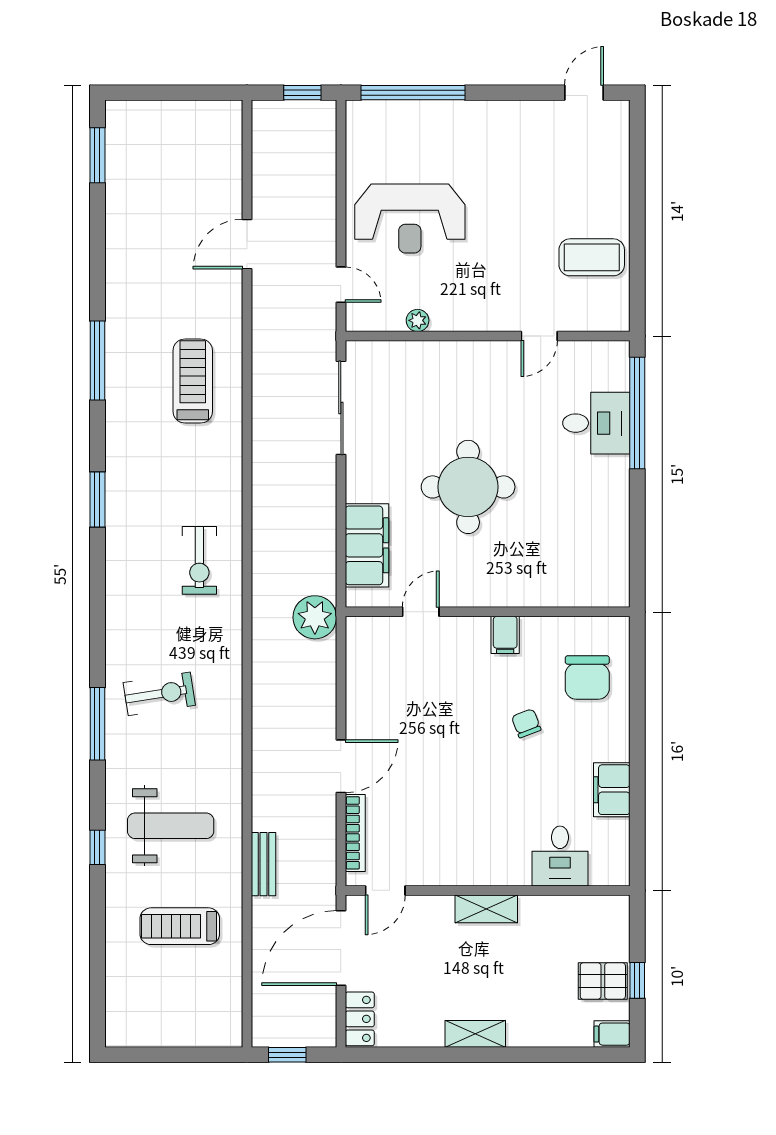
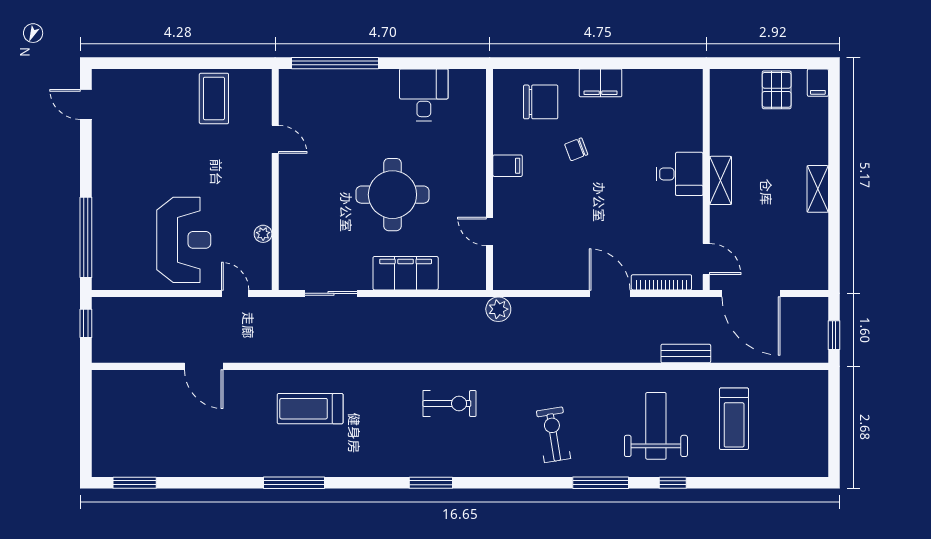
door: (341, 285) -> (235, 293), hinge flipped
sliding door: (341, 408) -> (331, 293), width x0.73
desk: (596, 423) -> (424, 95), moved
window: (97, 500) -> (431, 483), moved
filing cabinet: (367, 545) -> (406, 273), moved
plant: (315, 617) -> (498, 309), width x0.73, depth x0.73
window: (97, 724) -> (601, 483), moved
filing cabinet: (612, 790) -> (601, 83), moved
desk: (560, 856) -> (679, 174), moved
window: (637, 980) -> (776, 63), removed
locker: (360, 1019) -> (806, 279), removed

